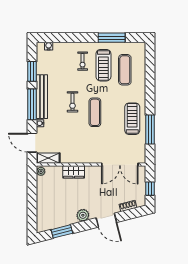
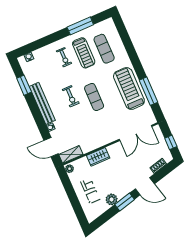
window: (32, 104) -> (36, 114), removed
treadmill: (132, 119) -> (129, 88), width x1.37, depth x1.38
plant: (83, 215) -> (112, 199), moved
window: (62, 231) -> (125, 202), moved

